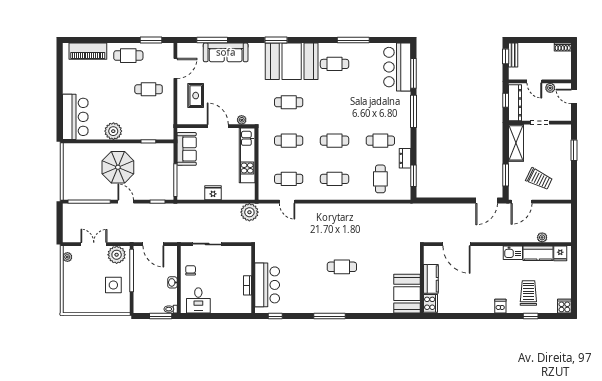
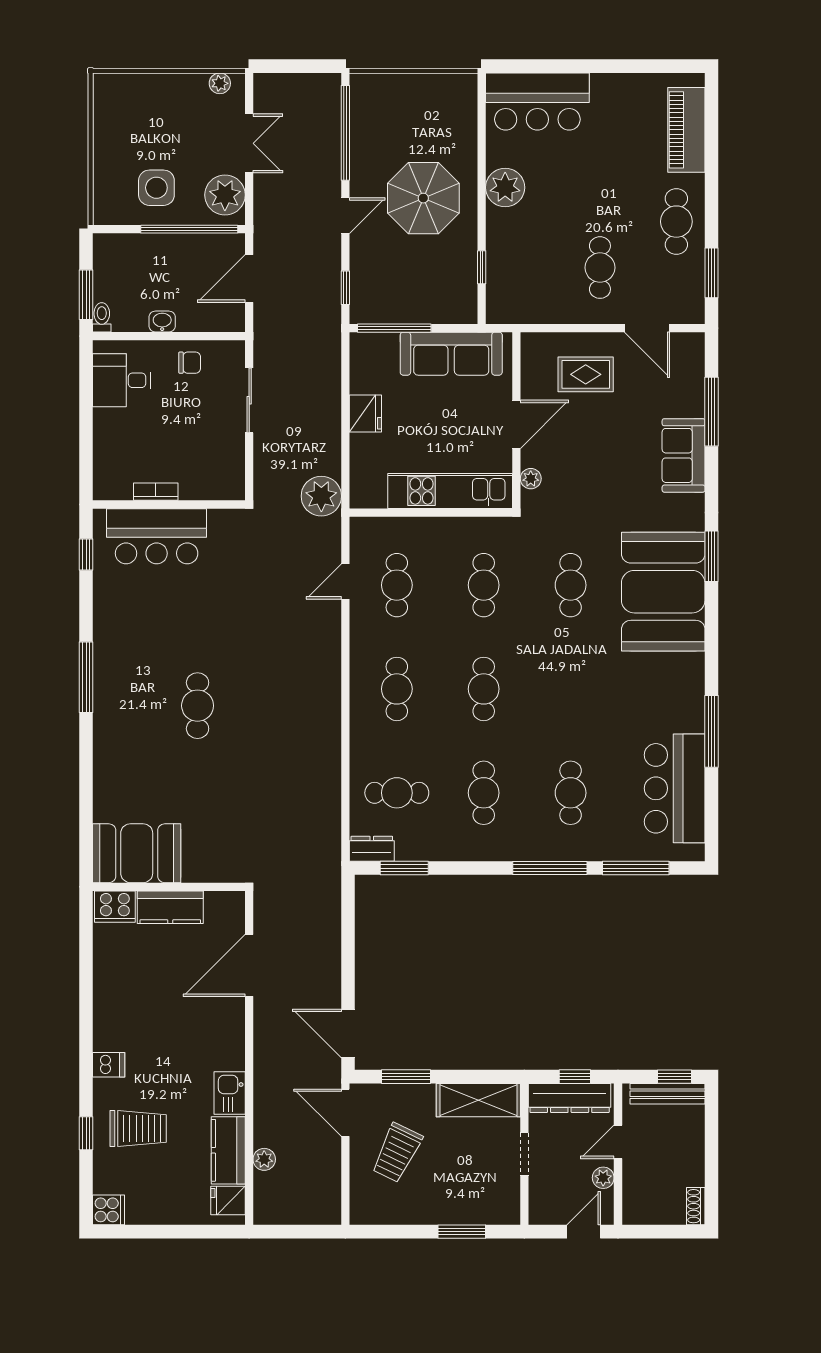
sofa: (226, 52) -> (684, 455), width x0.73
bench: (513, 55) -> (667, 1094), width x1.36
cafe table: (335, 64) -> (571, 793), moved
bar counter: (397, 67) -> (675, 788), moved, turned -90
sofa: (187, 149) -> (451, 354), width x1.36
dresser: (405, 158) -> (372, 849), moved

